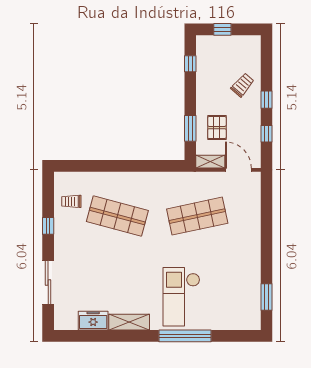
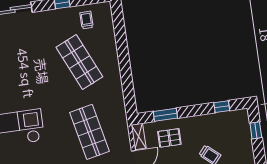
shop shelf: (117, 216) -> (79, 62), turned -39

